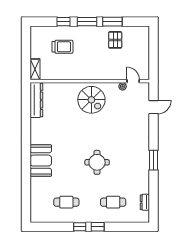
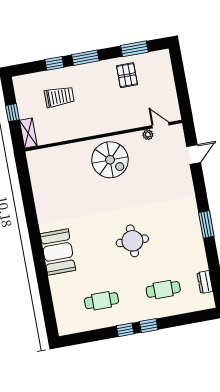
window: (112, 22) -> (134, 49), moved
window: (26, 52) -> (12, 113), added
dresser: (36, 100) -> (38, 173), removed

